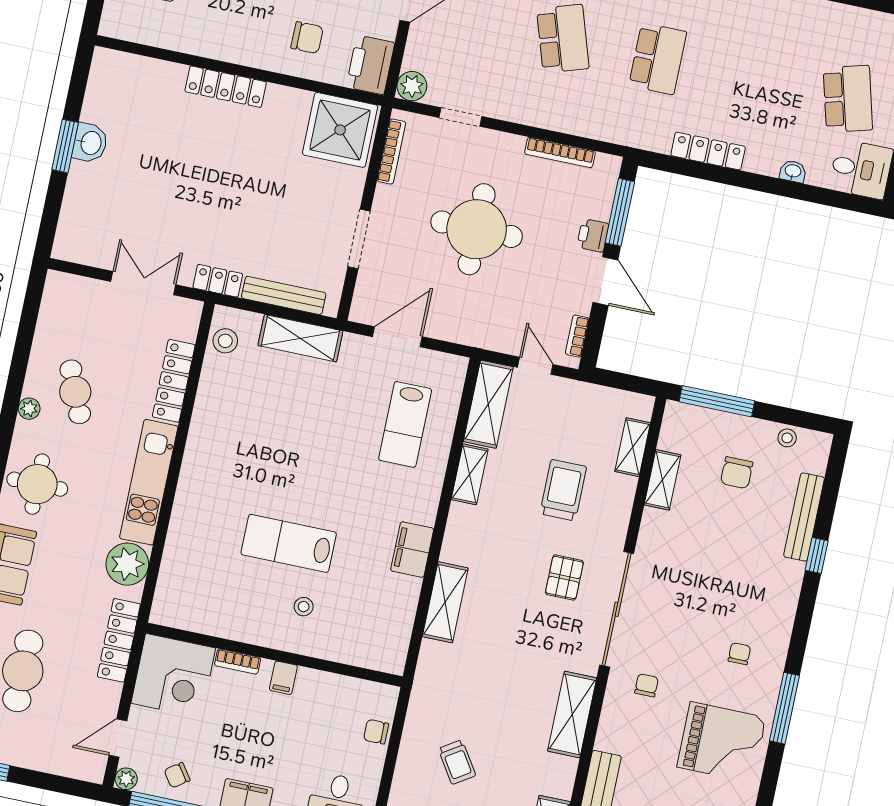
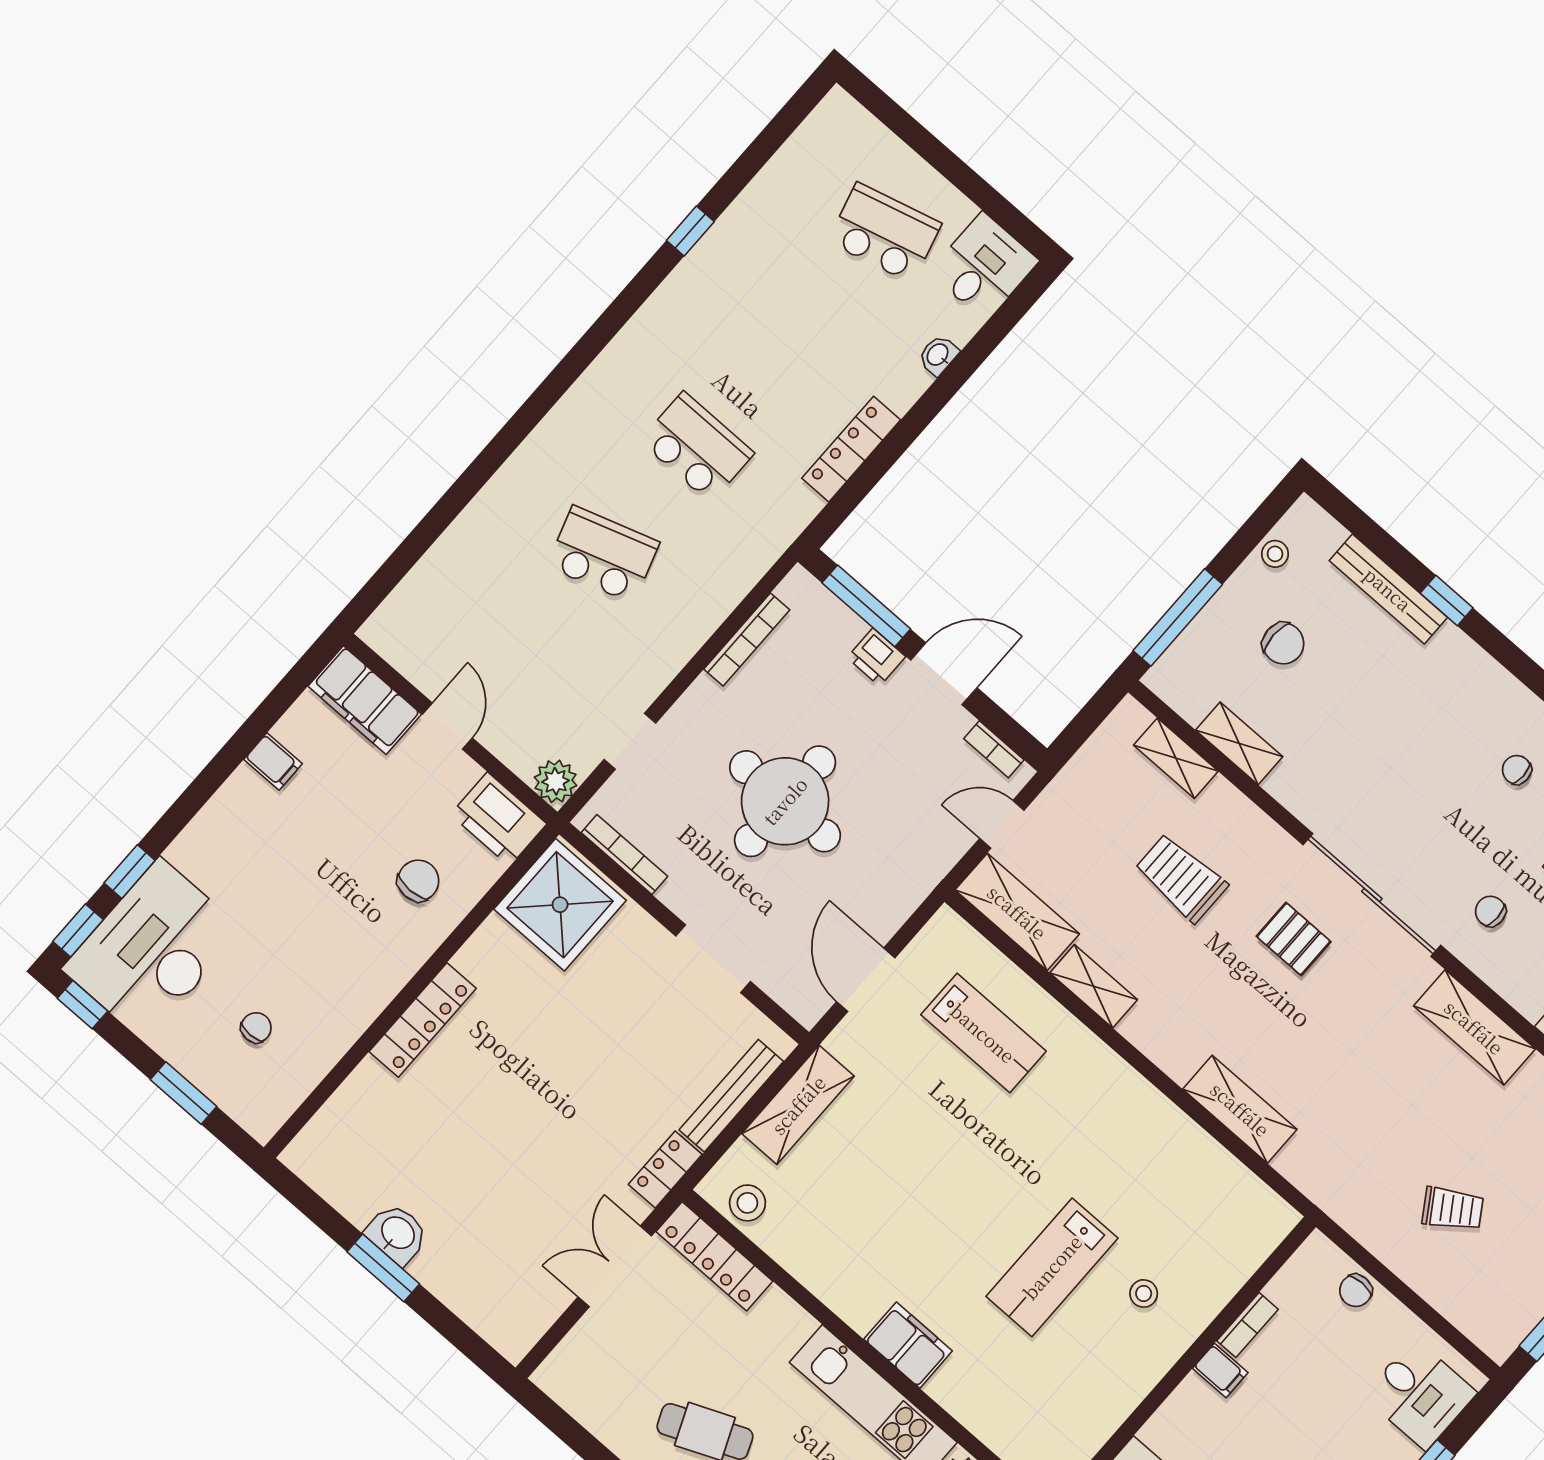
locker: (174, 381) -> (714, 1256), moved
filing cabinet: (412, 550) -> (908, 1345), moved, turned 180
bookcase: (238, 662) -> (1247, 1325), moved

